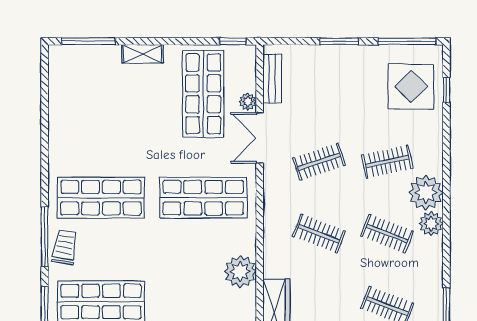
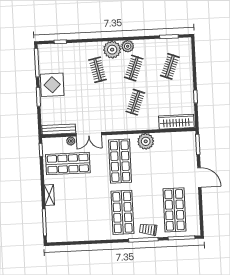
bench: (272, 79) -> (59, 129), width x1.36
display table: (411, 87) -> (52, 85), moved
clothes rail: (319, 162) -> (99, 104), removed
plant: (240, 272) -> (146, 141), moved

